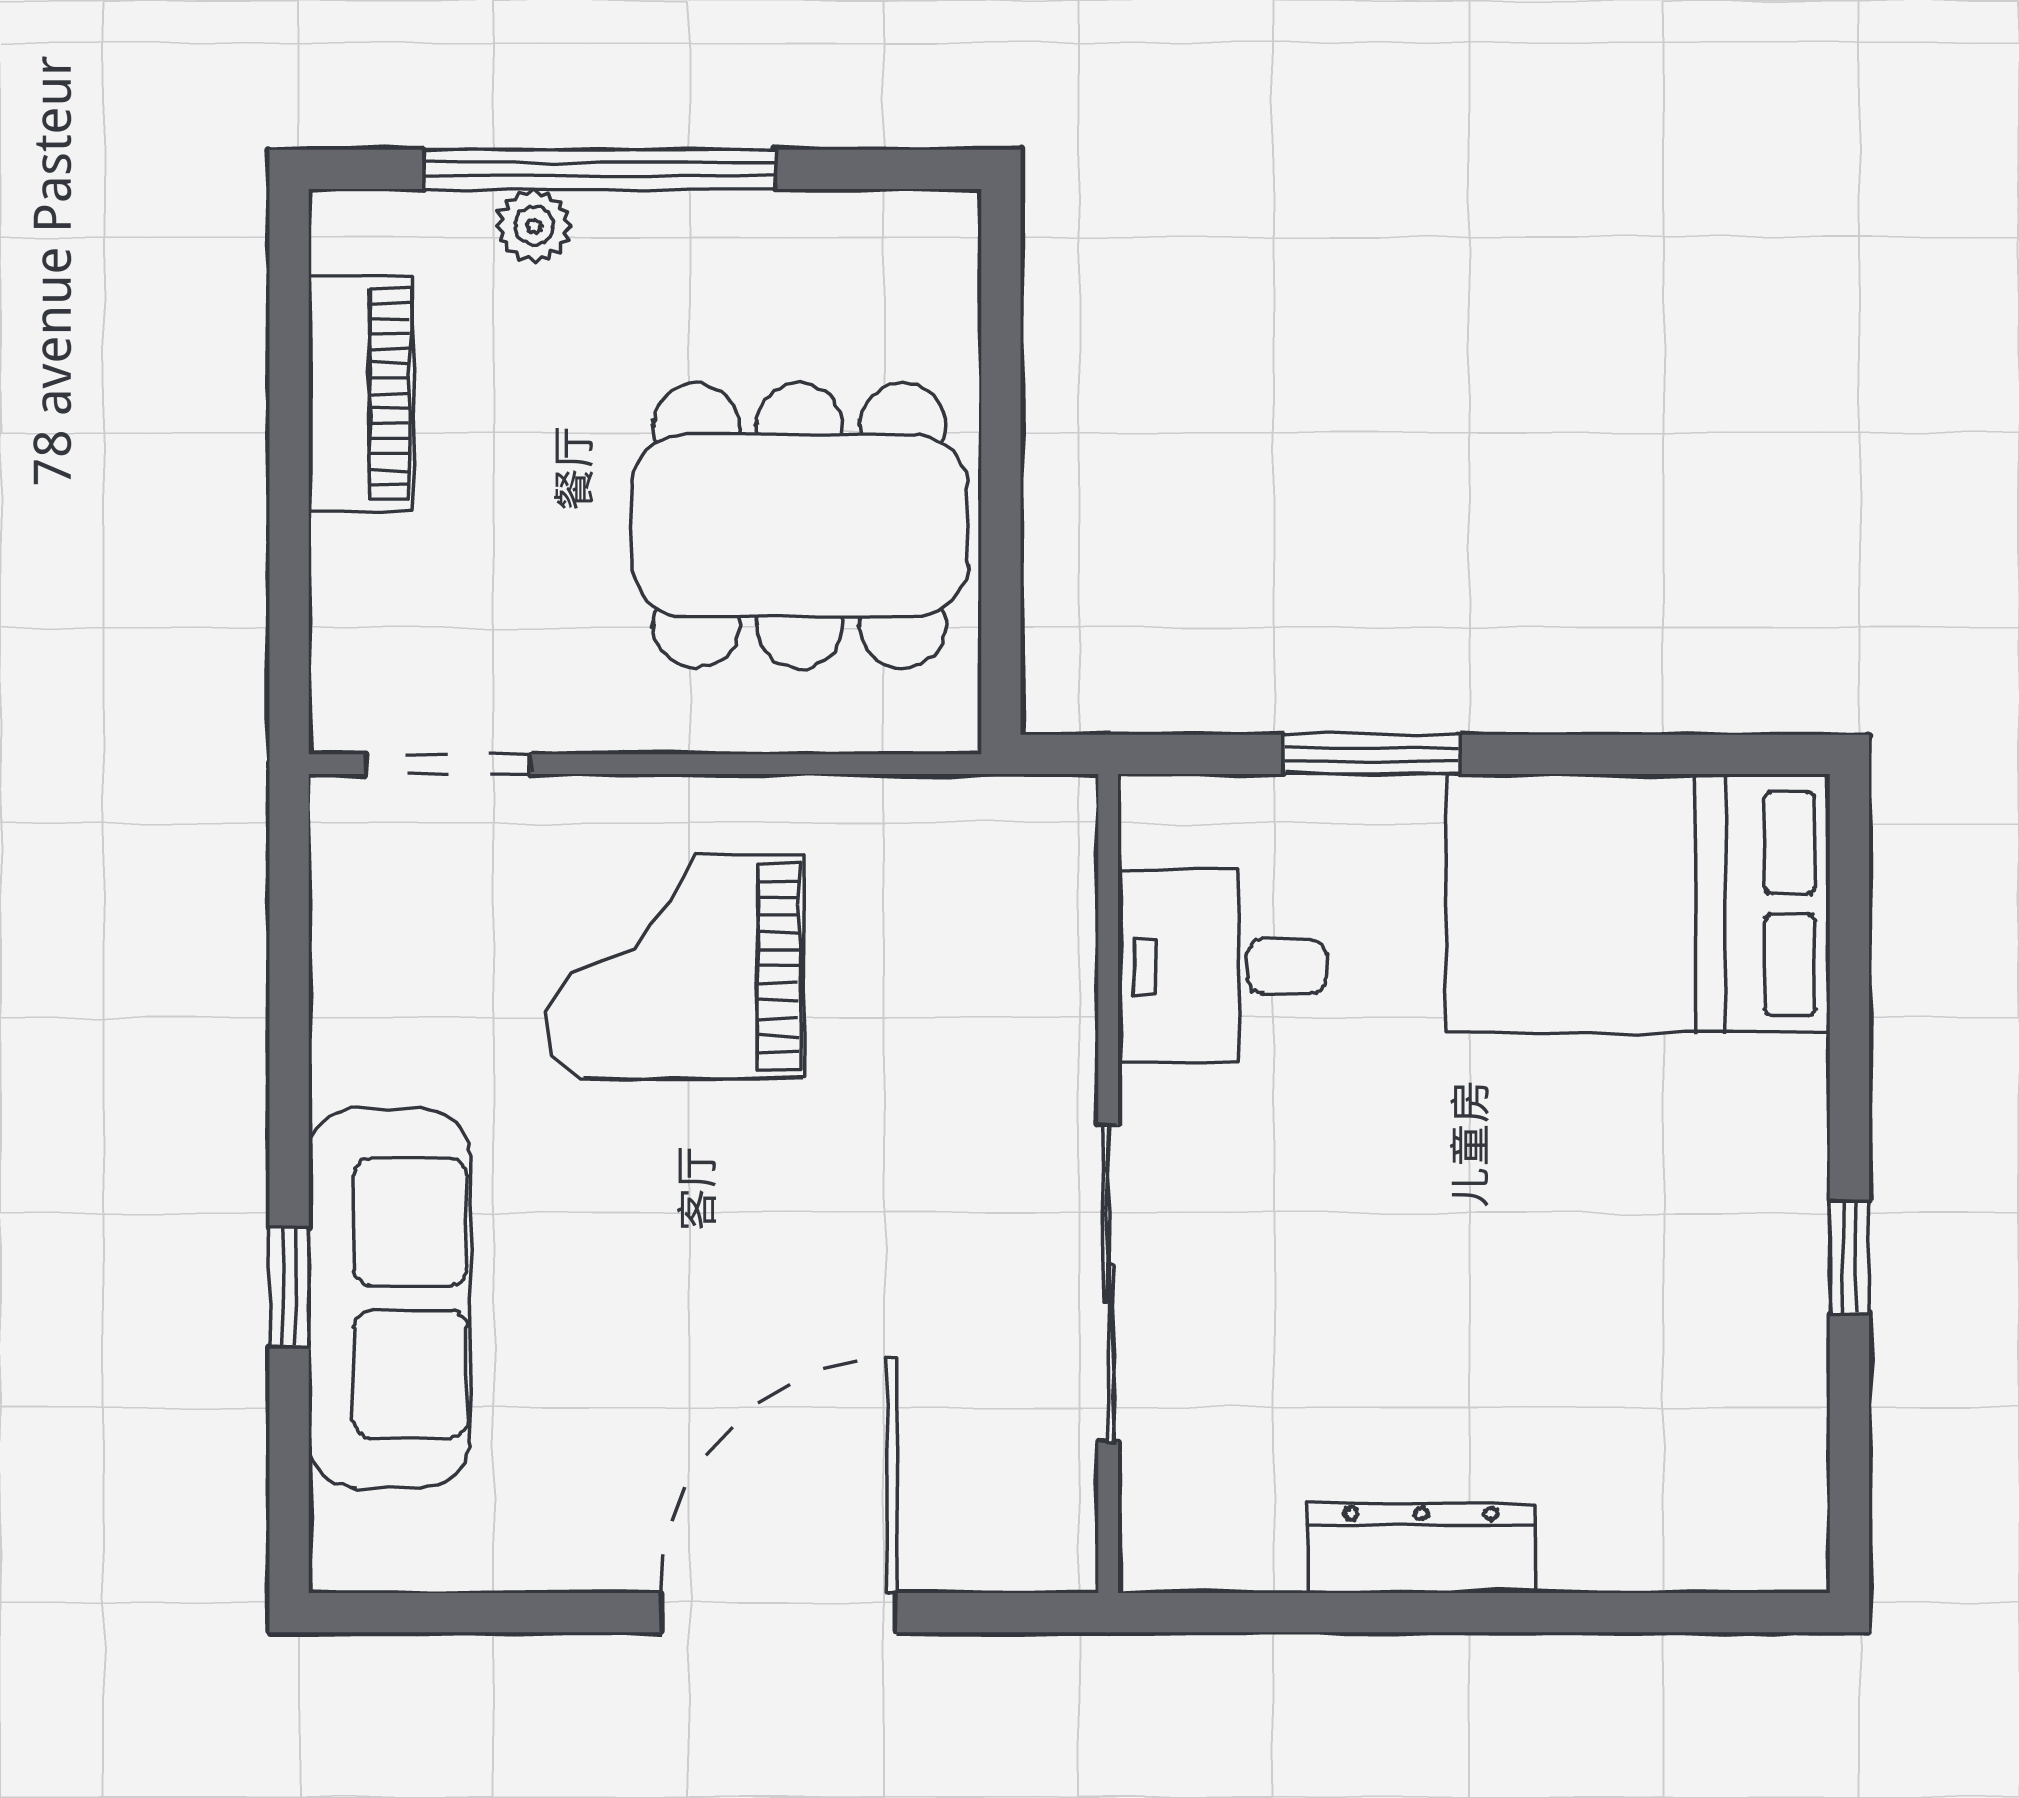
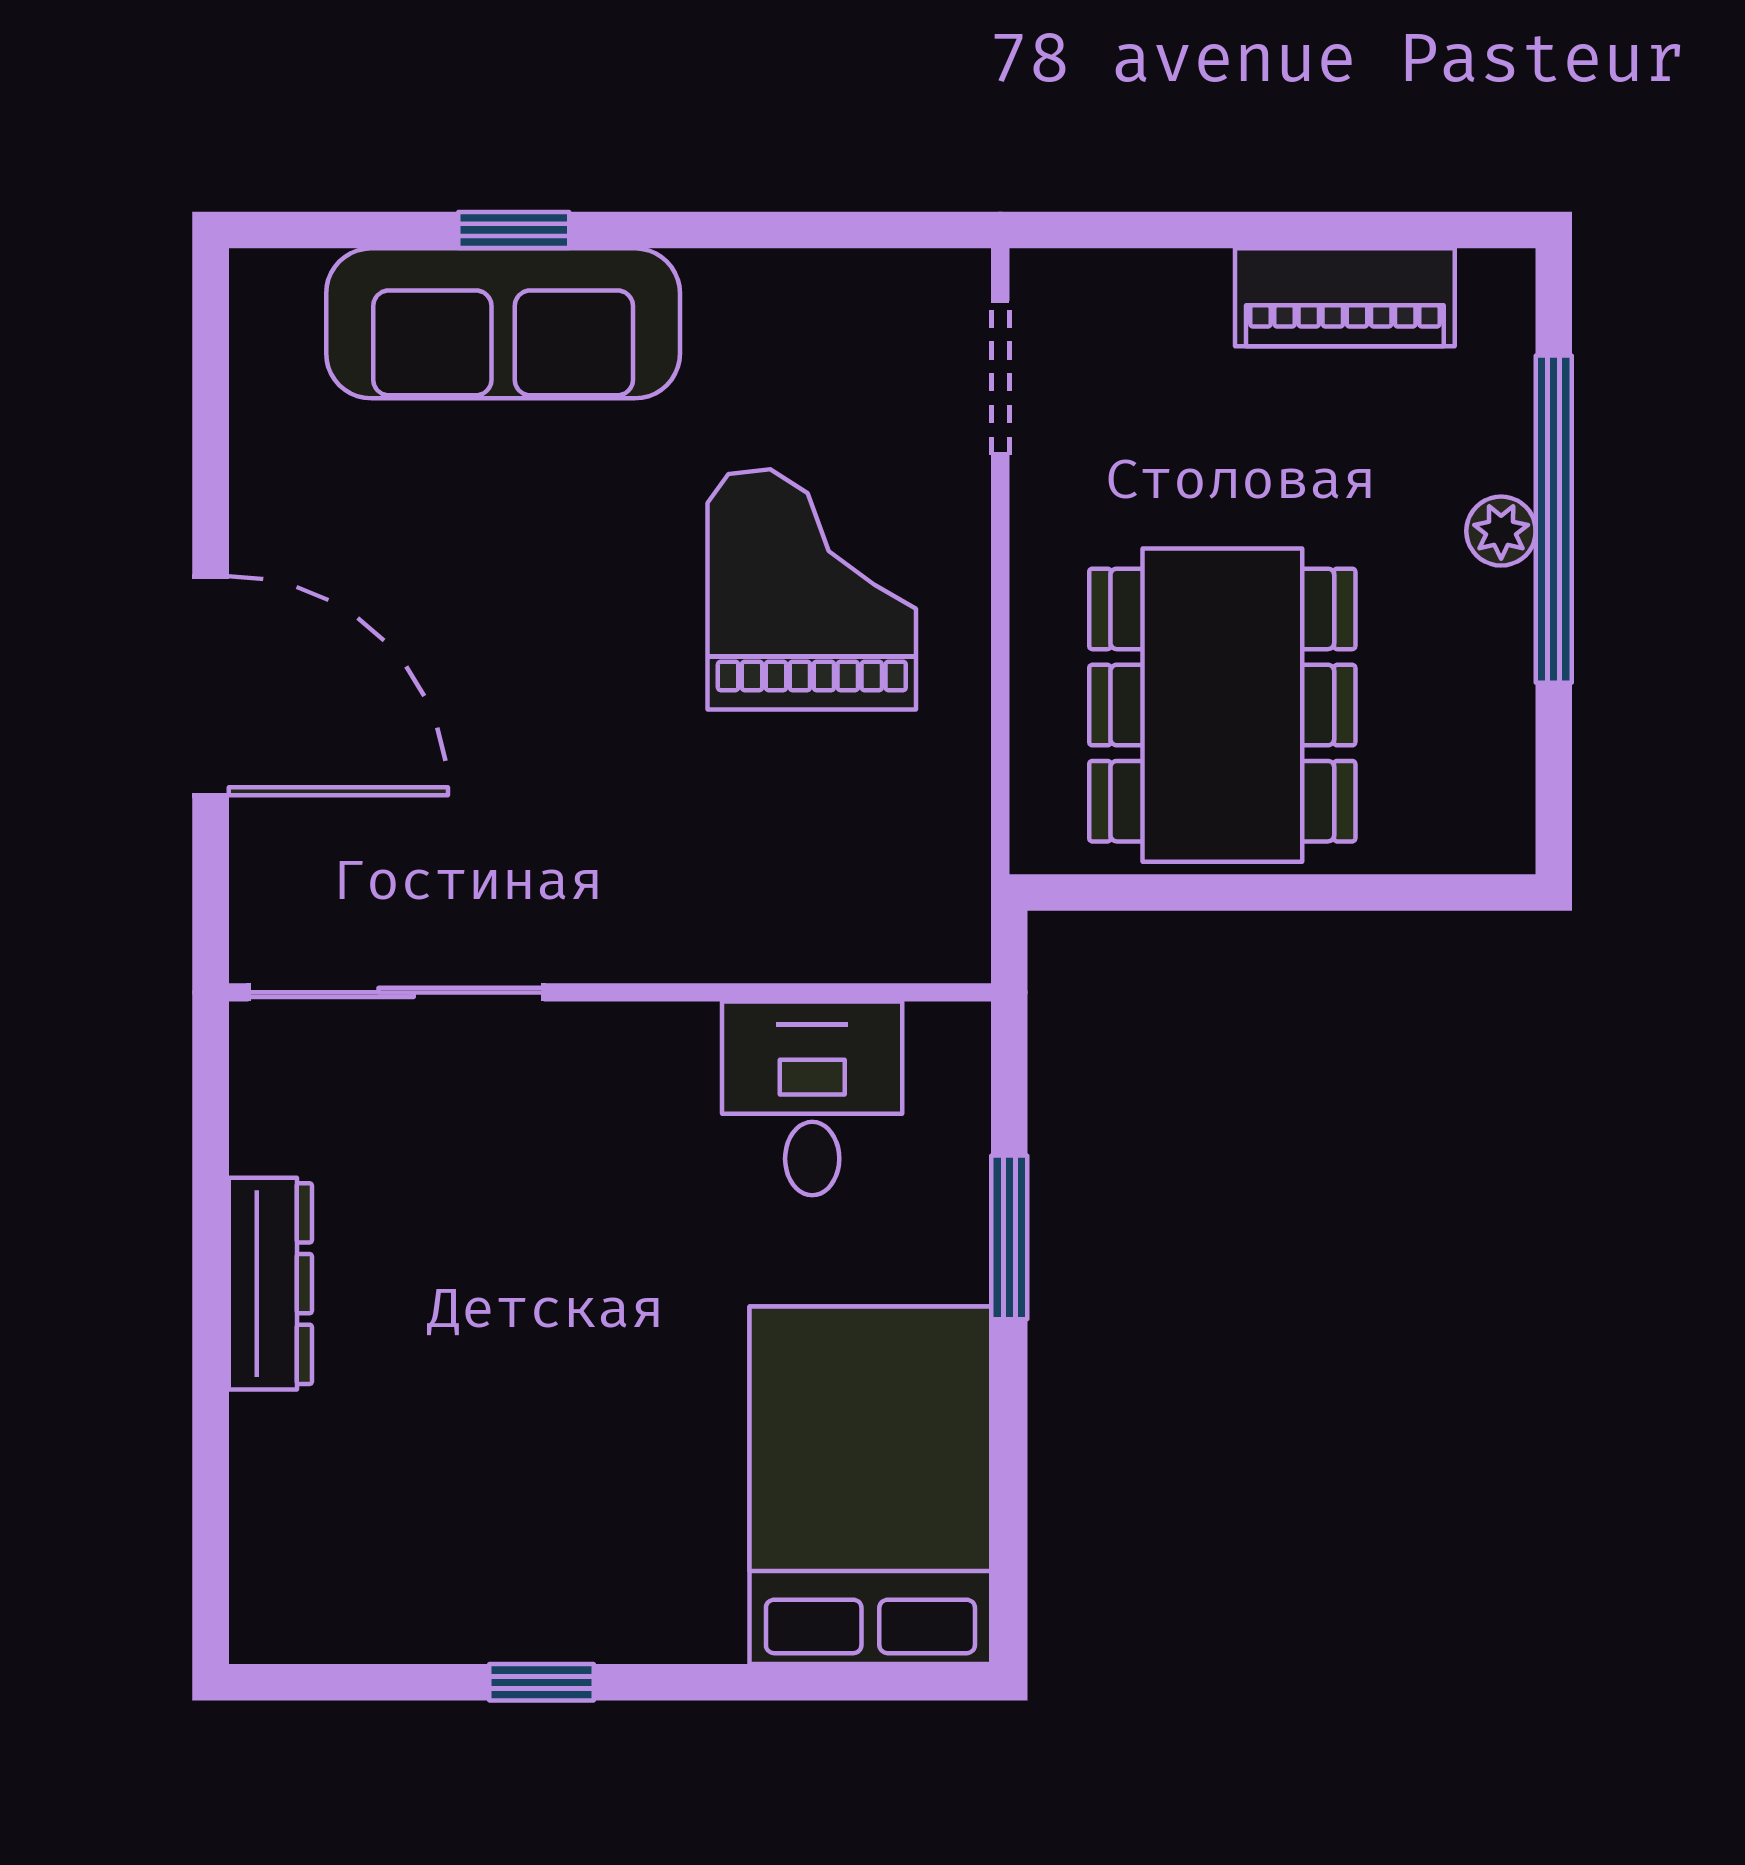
plant: (534, 226) -> (1501, 531), moved
sliding door: (1108, 1284) -> (396, 992), moved

